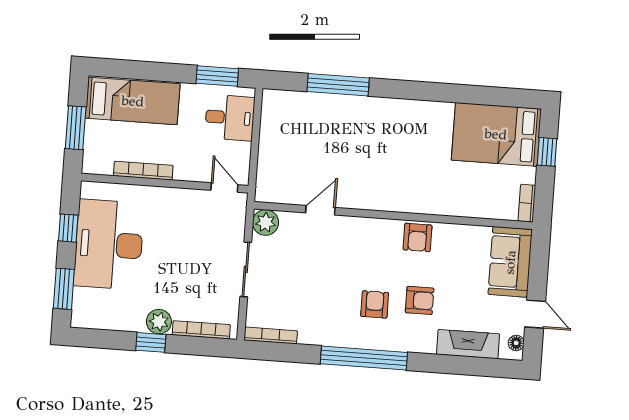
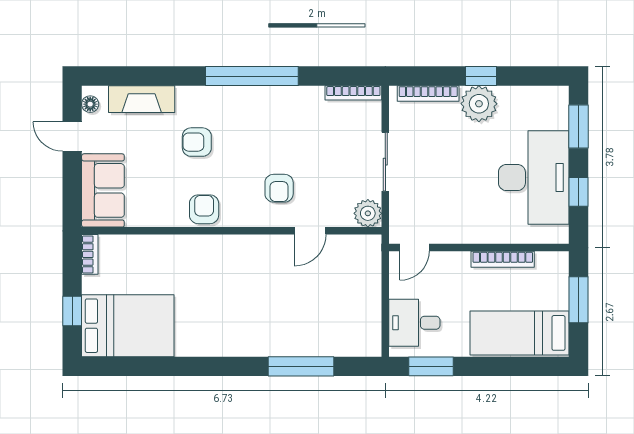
door: (224, 187) -> (415, 248), hinge flipped
armchair: (375, 304) -> (279, 188), moved
plant: (159, 322) -> (479, 104), width x1.36, depth x1.36

